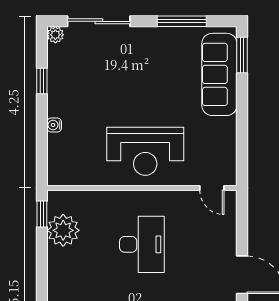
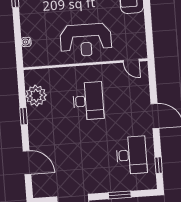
water cooler: (54, 125) -> (26, 42), moved
window: (42, 214) -> (24, 116), moved

